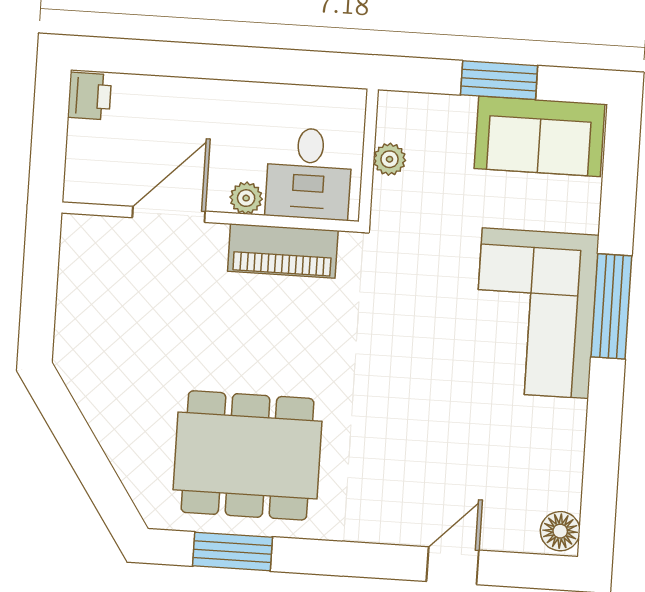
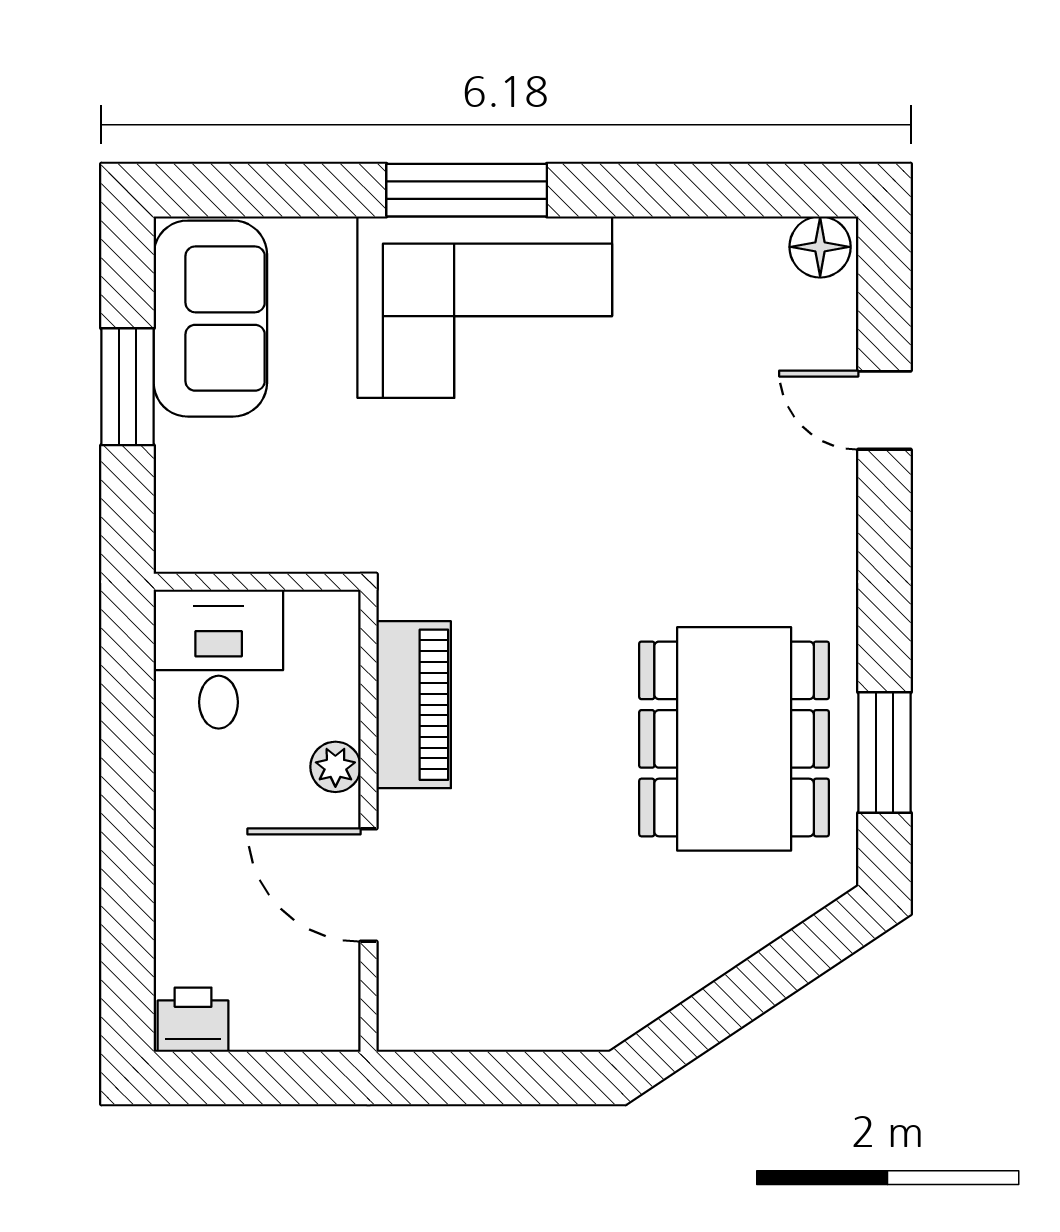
plant: (390, 159) -> (261, 549), removed
desk: (309, 173) -> (219, 659), moved, turned -90

